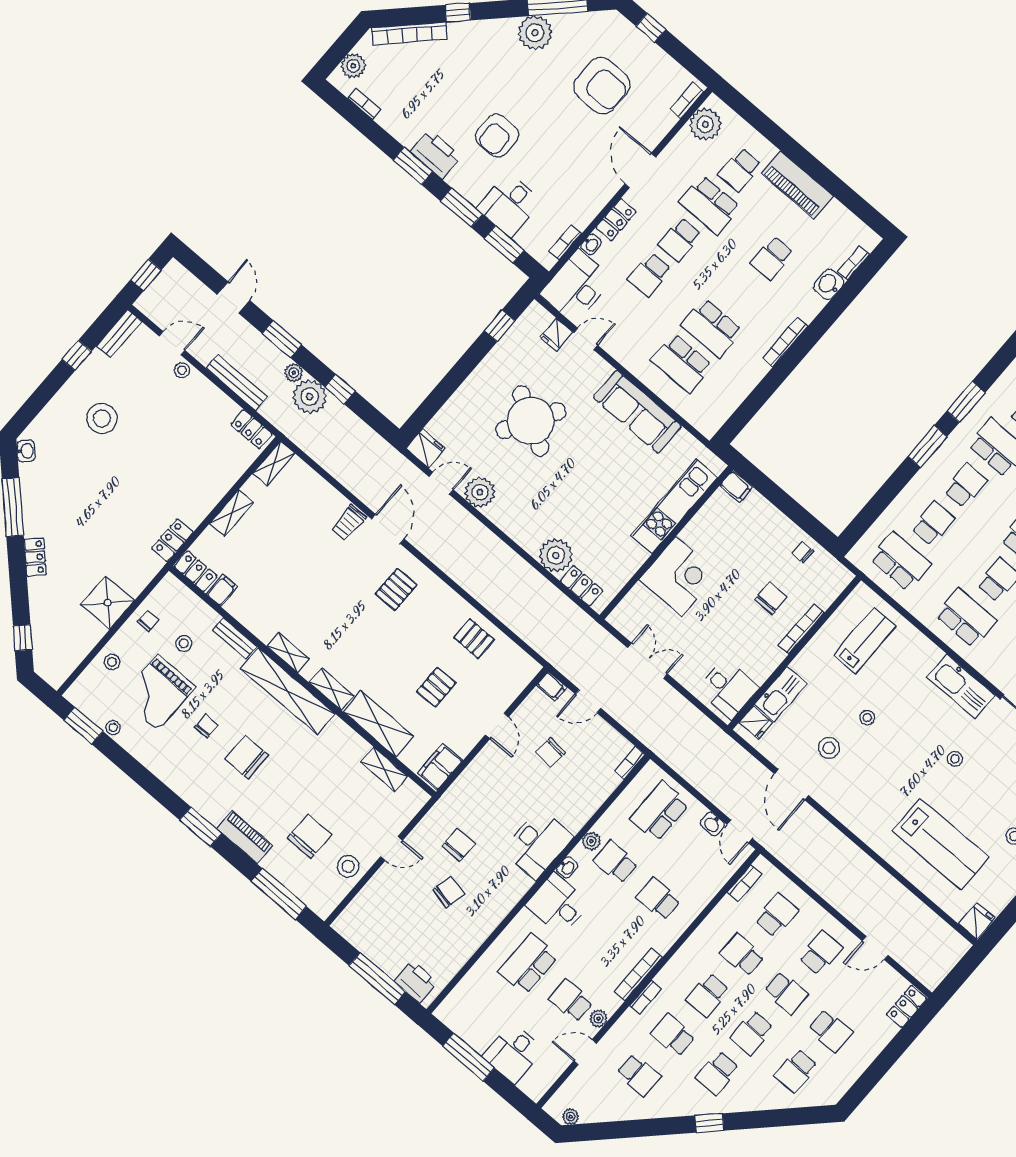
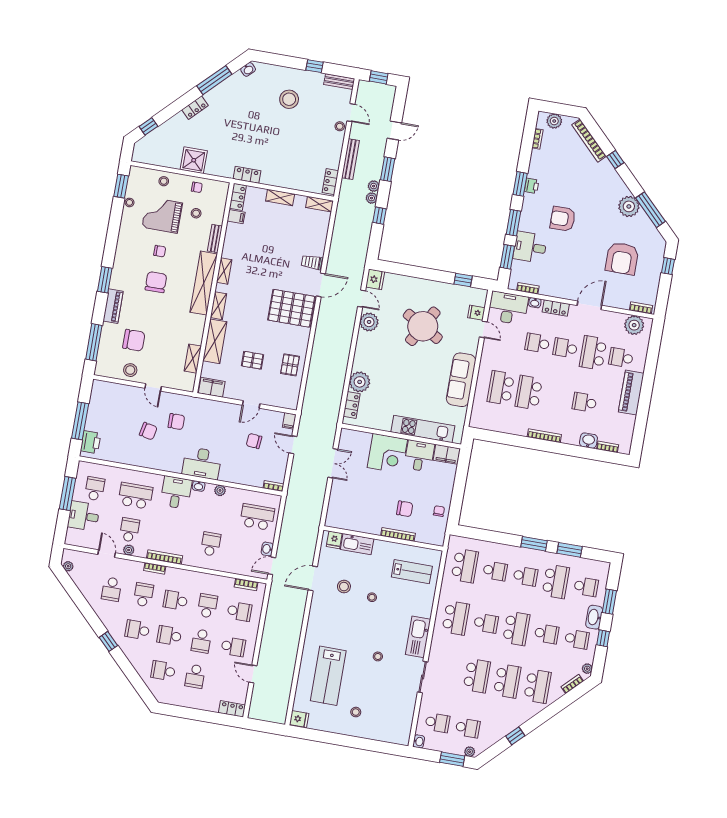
printer: (436, 154) -> (532, 186), width x0.53, depth x0.68
plant: (310, 397) -> (372, 198), width x0.53, depth x0.53
filing cabinet: (736, 487) -> (447, 454), width x2.00
pallet: (396, 589) -> (292, 308), width x2.05, depth x2.00
desk: (728, 689) -> (419, 456), moved, turned 180
school desk: (616, 862) -> (95, 489), moved

